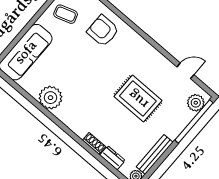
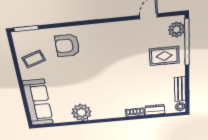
rug: (138, 99) -> (164, 56), moved, width x0.73, depth x0.70
bench: (155, 154) -> (180, 89), width x0.73

